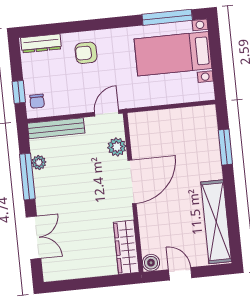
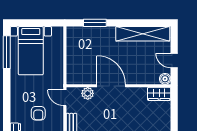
armchair: (86, 53) -> (38, 113), moved
wardrobe: (126, 247) -> (159, 94), width x0.67
door: (180, 274) -> (174, 61), hinge flipped

